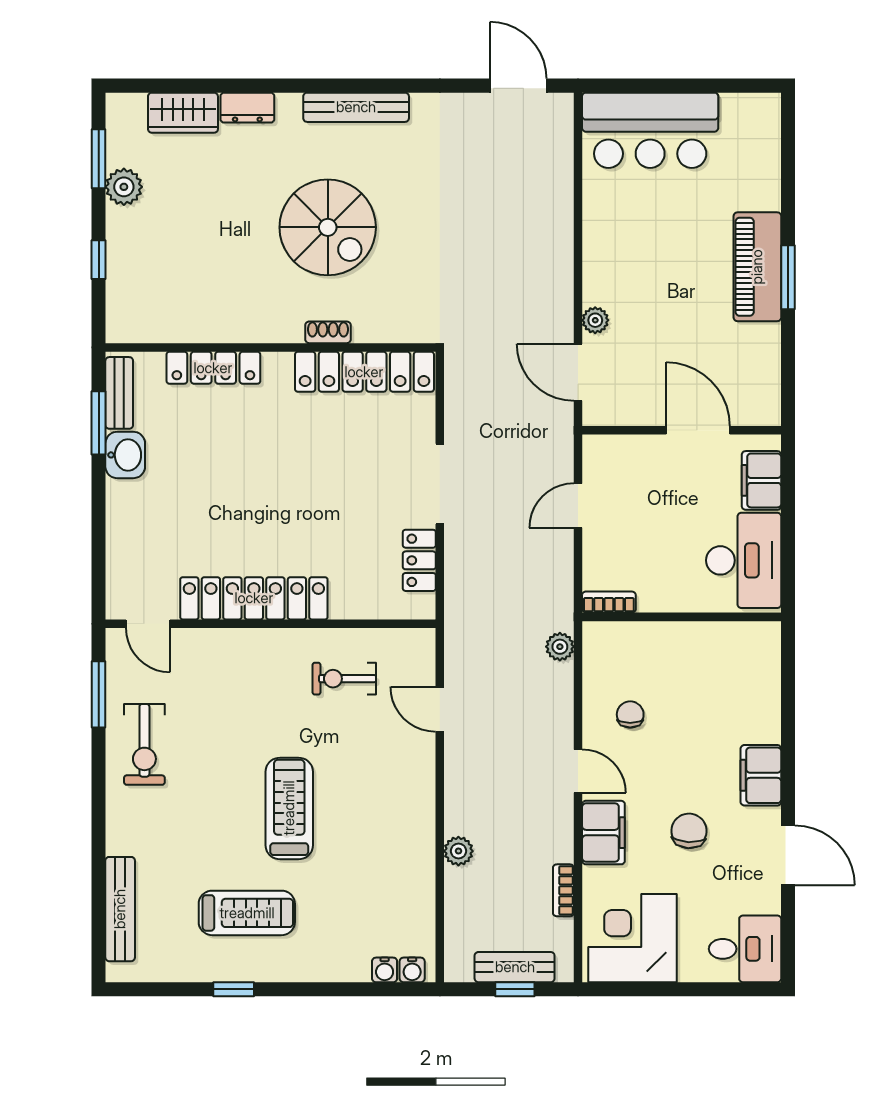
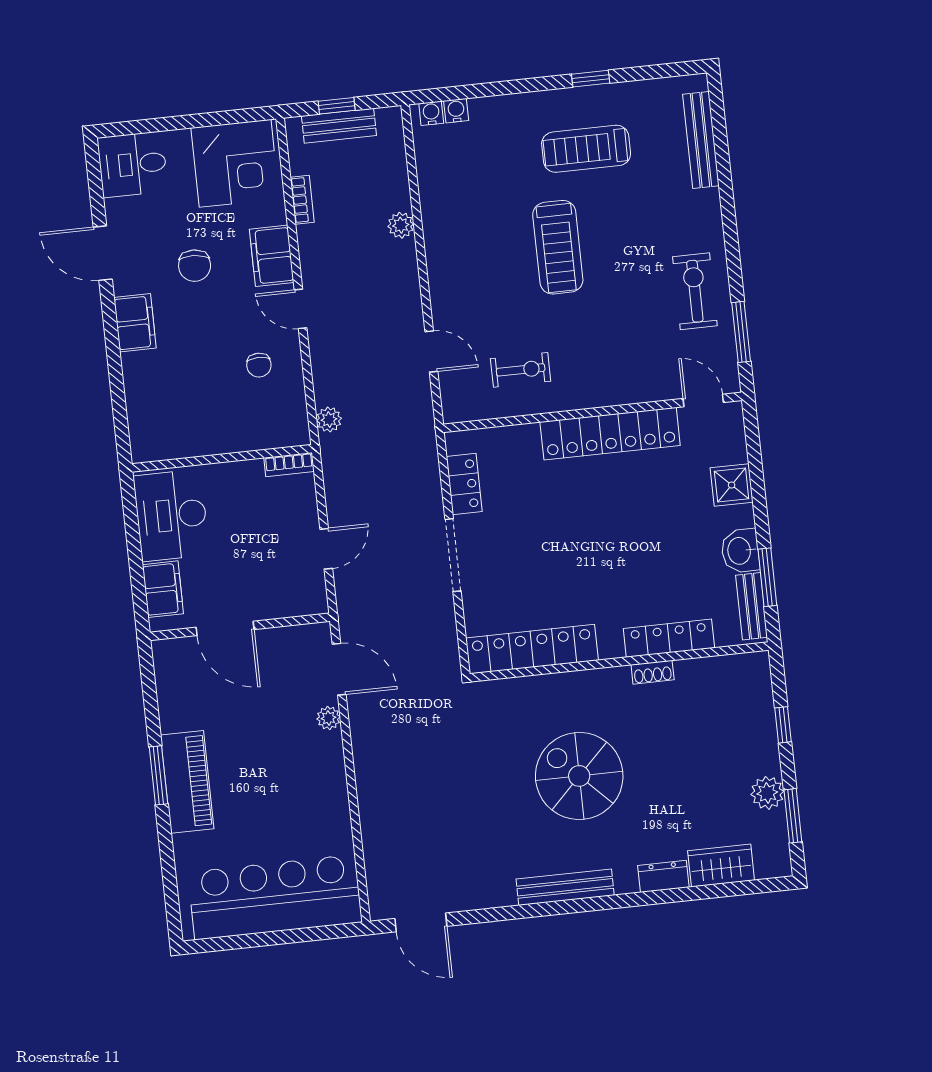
bar counter: (650, 130) -> (275, 897), width x1.36
shoe rack: (328, 332) -> (653, 672), moved
shower: (127, 528) -> (732, 485), added

